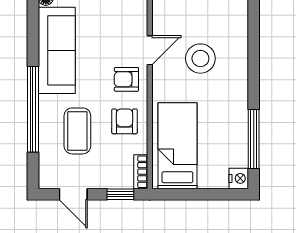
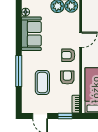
sofa: (57, 50) -> (31, 34), width x0.73
window: (33, 109) -> (19, 71), width x0.68

